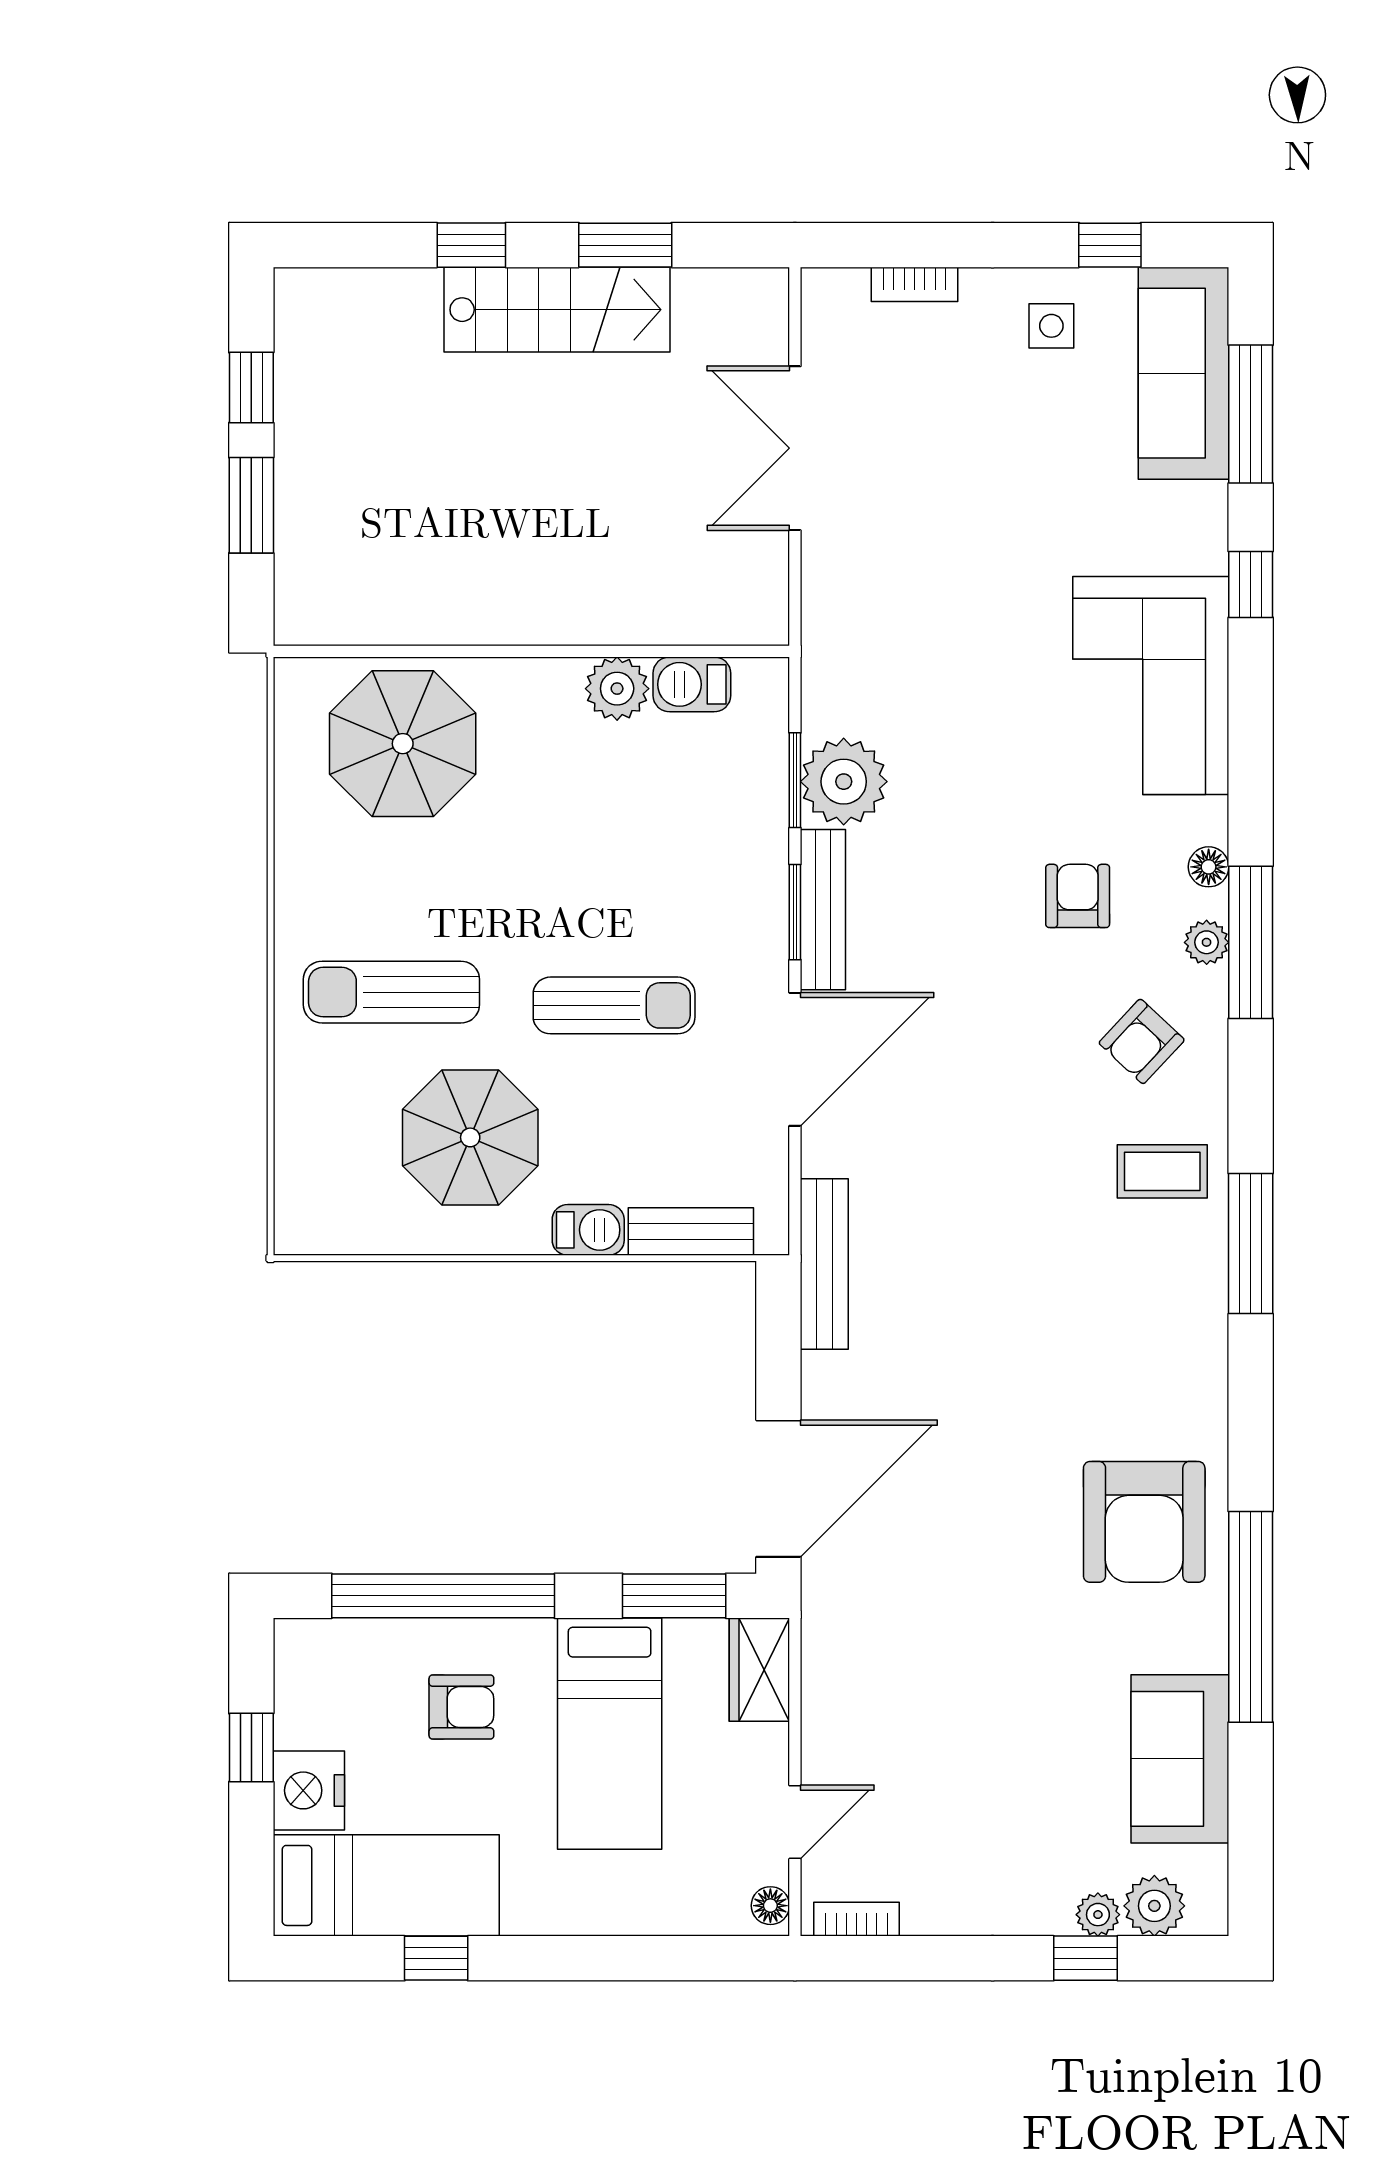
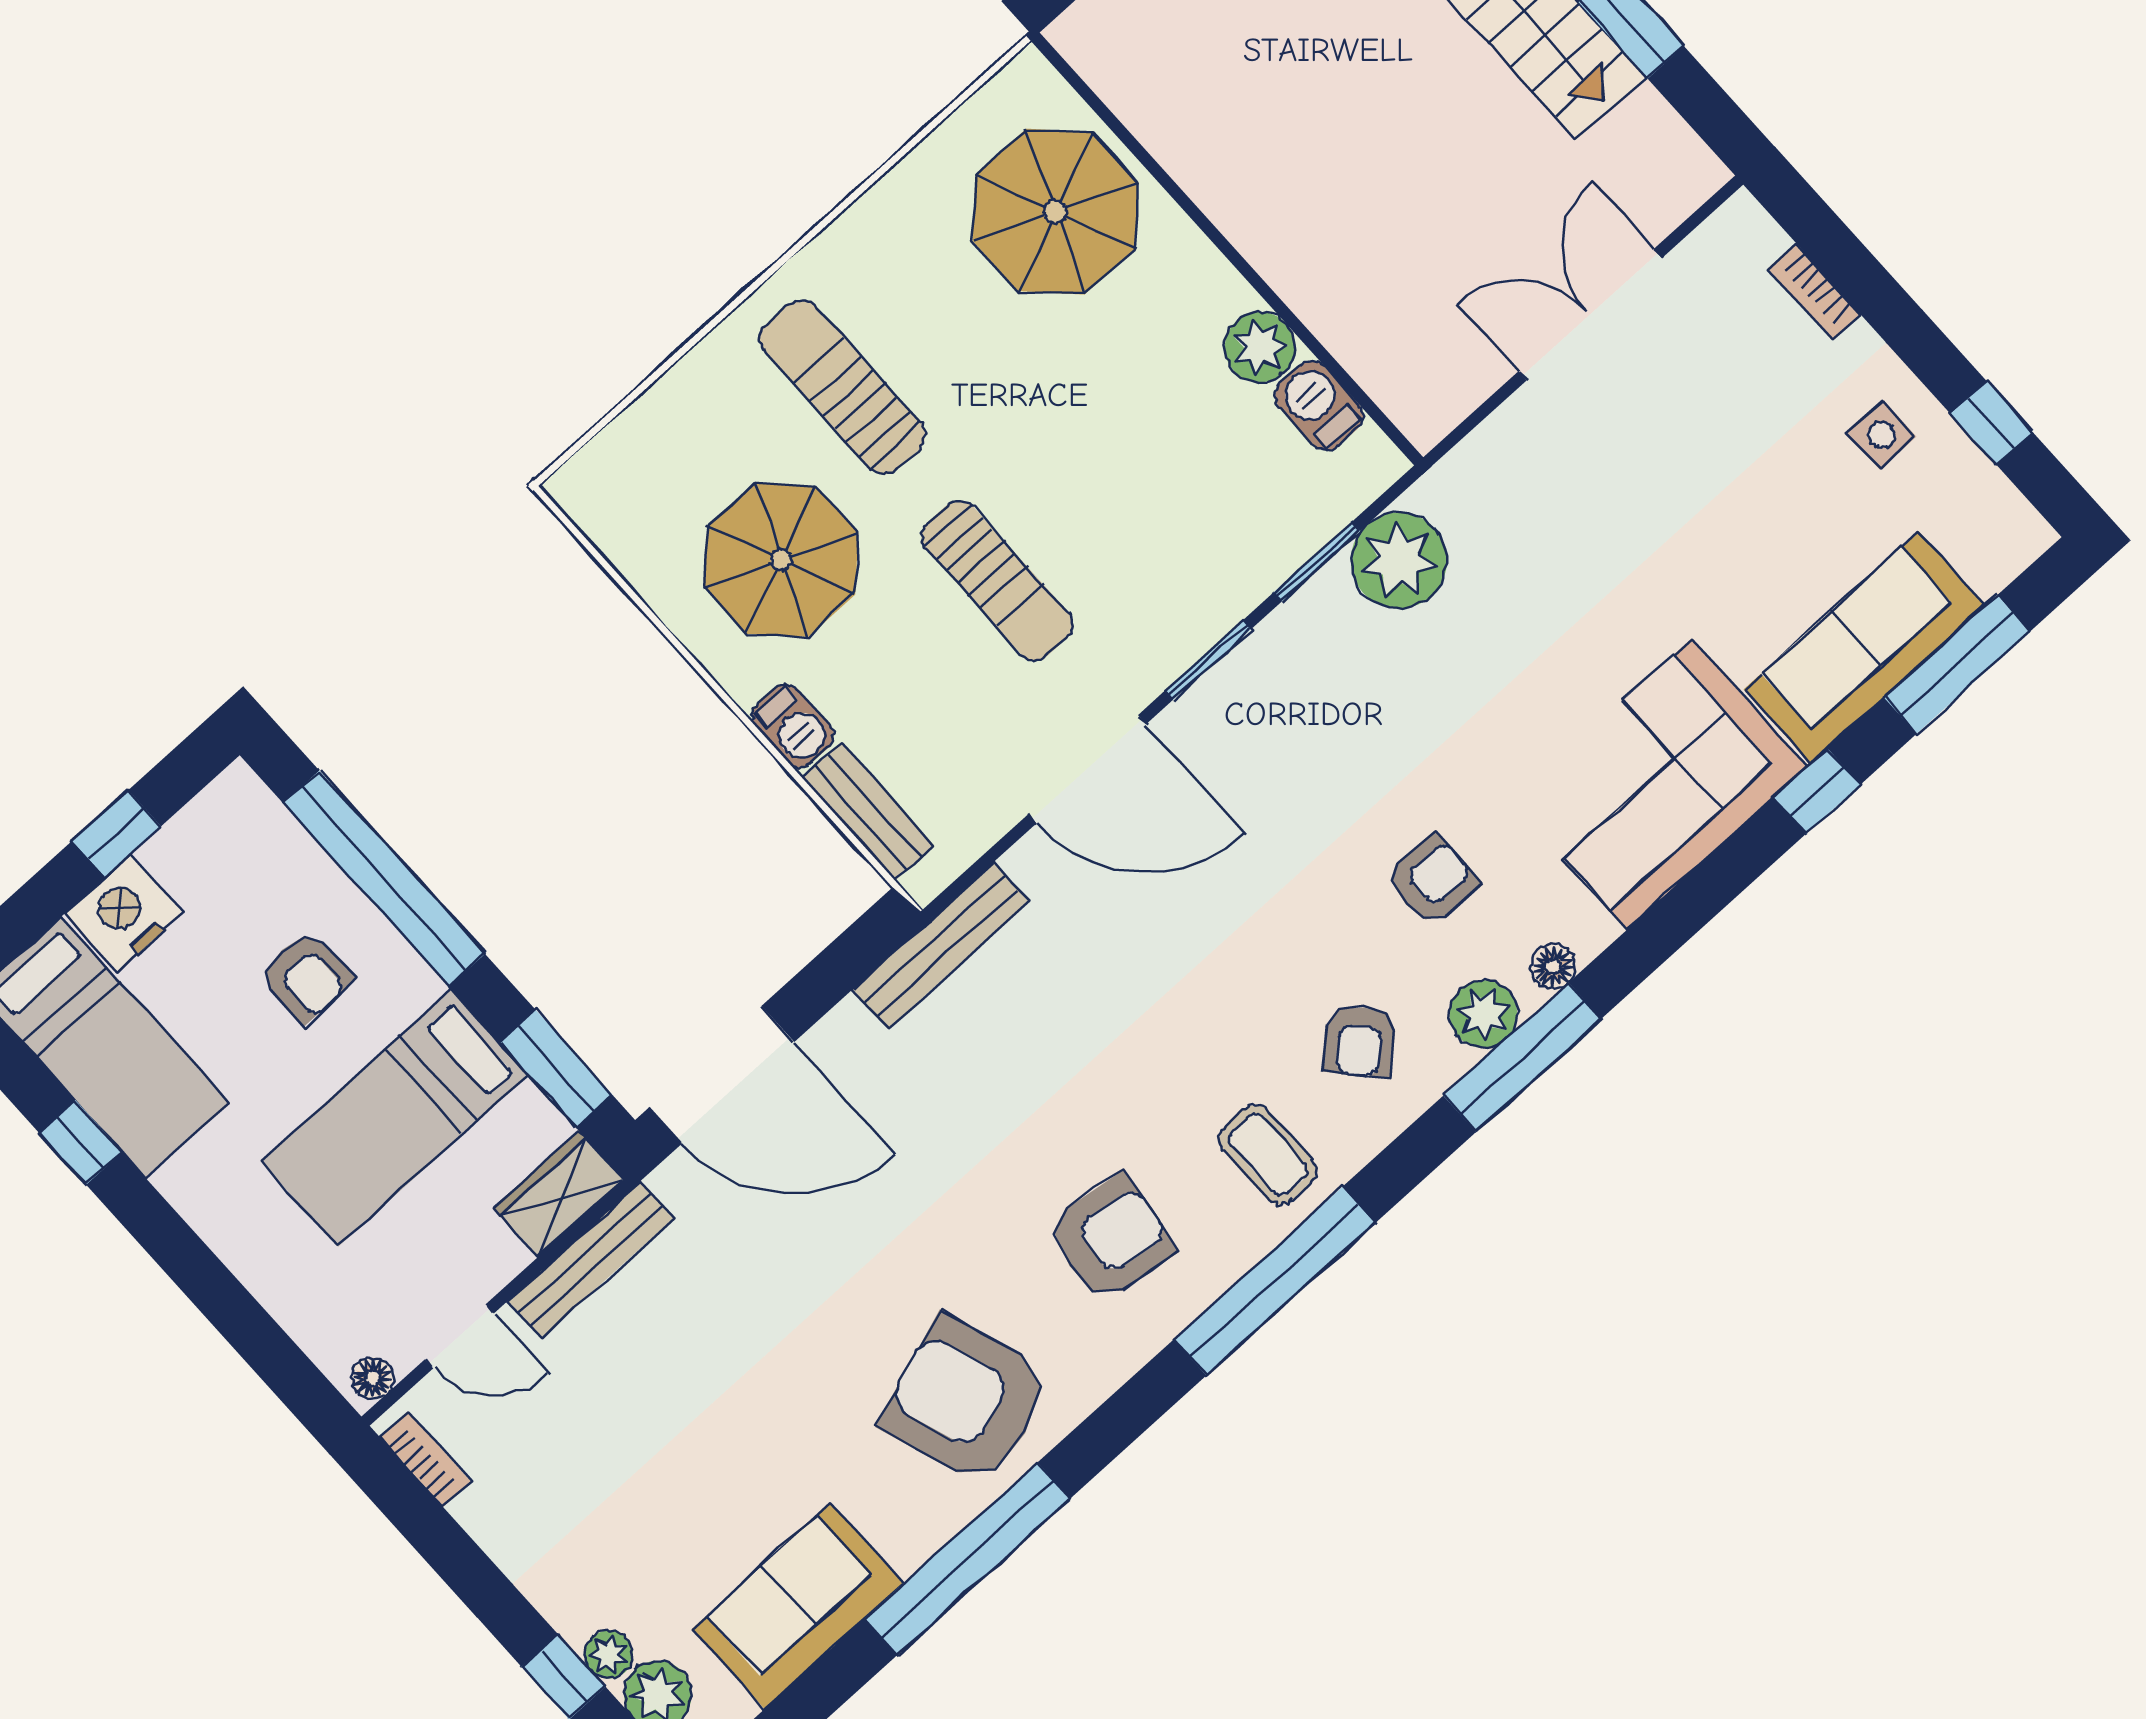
sofa: (1184, 373) -> (1865, 648), moved
plant: (844, 782) -> (1399, 561), moved
bench: (823, 910) -> (591, 1260), moved
plant: (1207, 942) -> (1483, 1014), width x1.38, depth x1.38
armchair: (1142, 1041) -> (1360, 1041), turned -85
window: (1251, 1244) -> (1274, 1281), width x1.46
armchair: (1123, 1327) -> (1111, 1238), added
armchair: (1144, 1522) -> (966, 1401), turned 71

